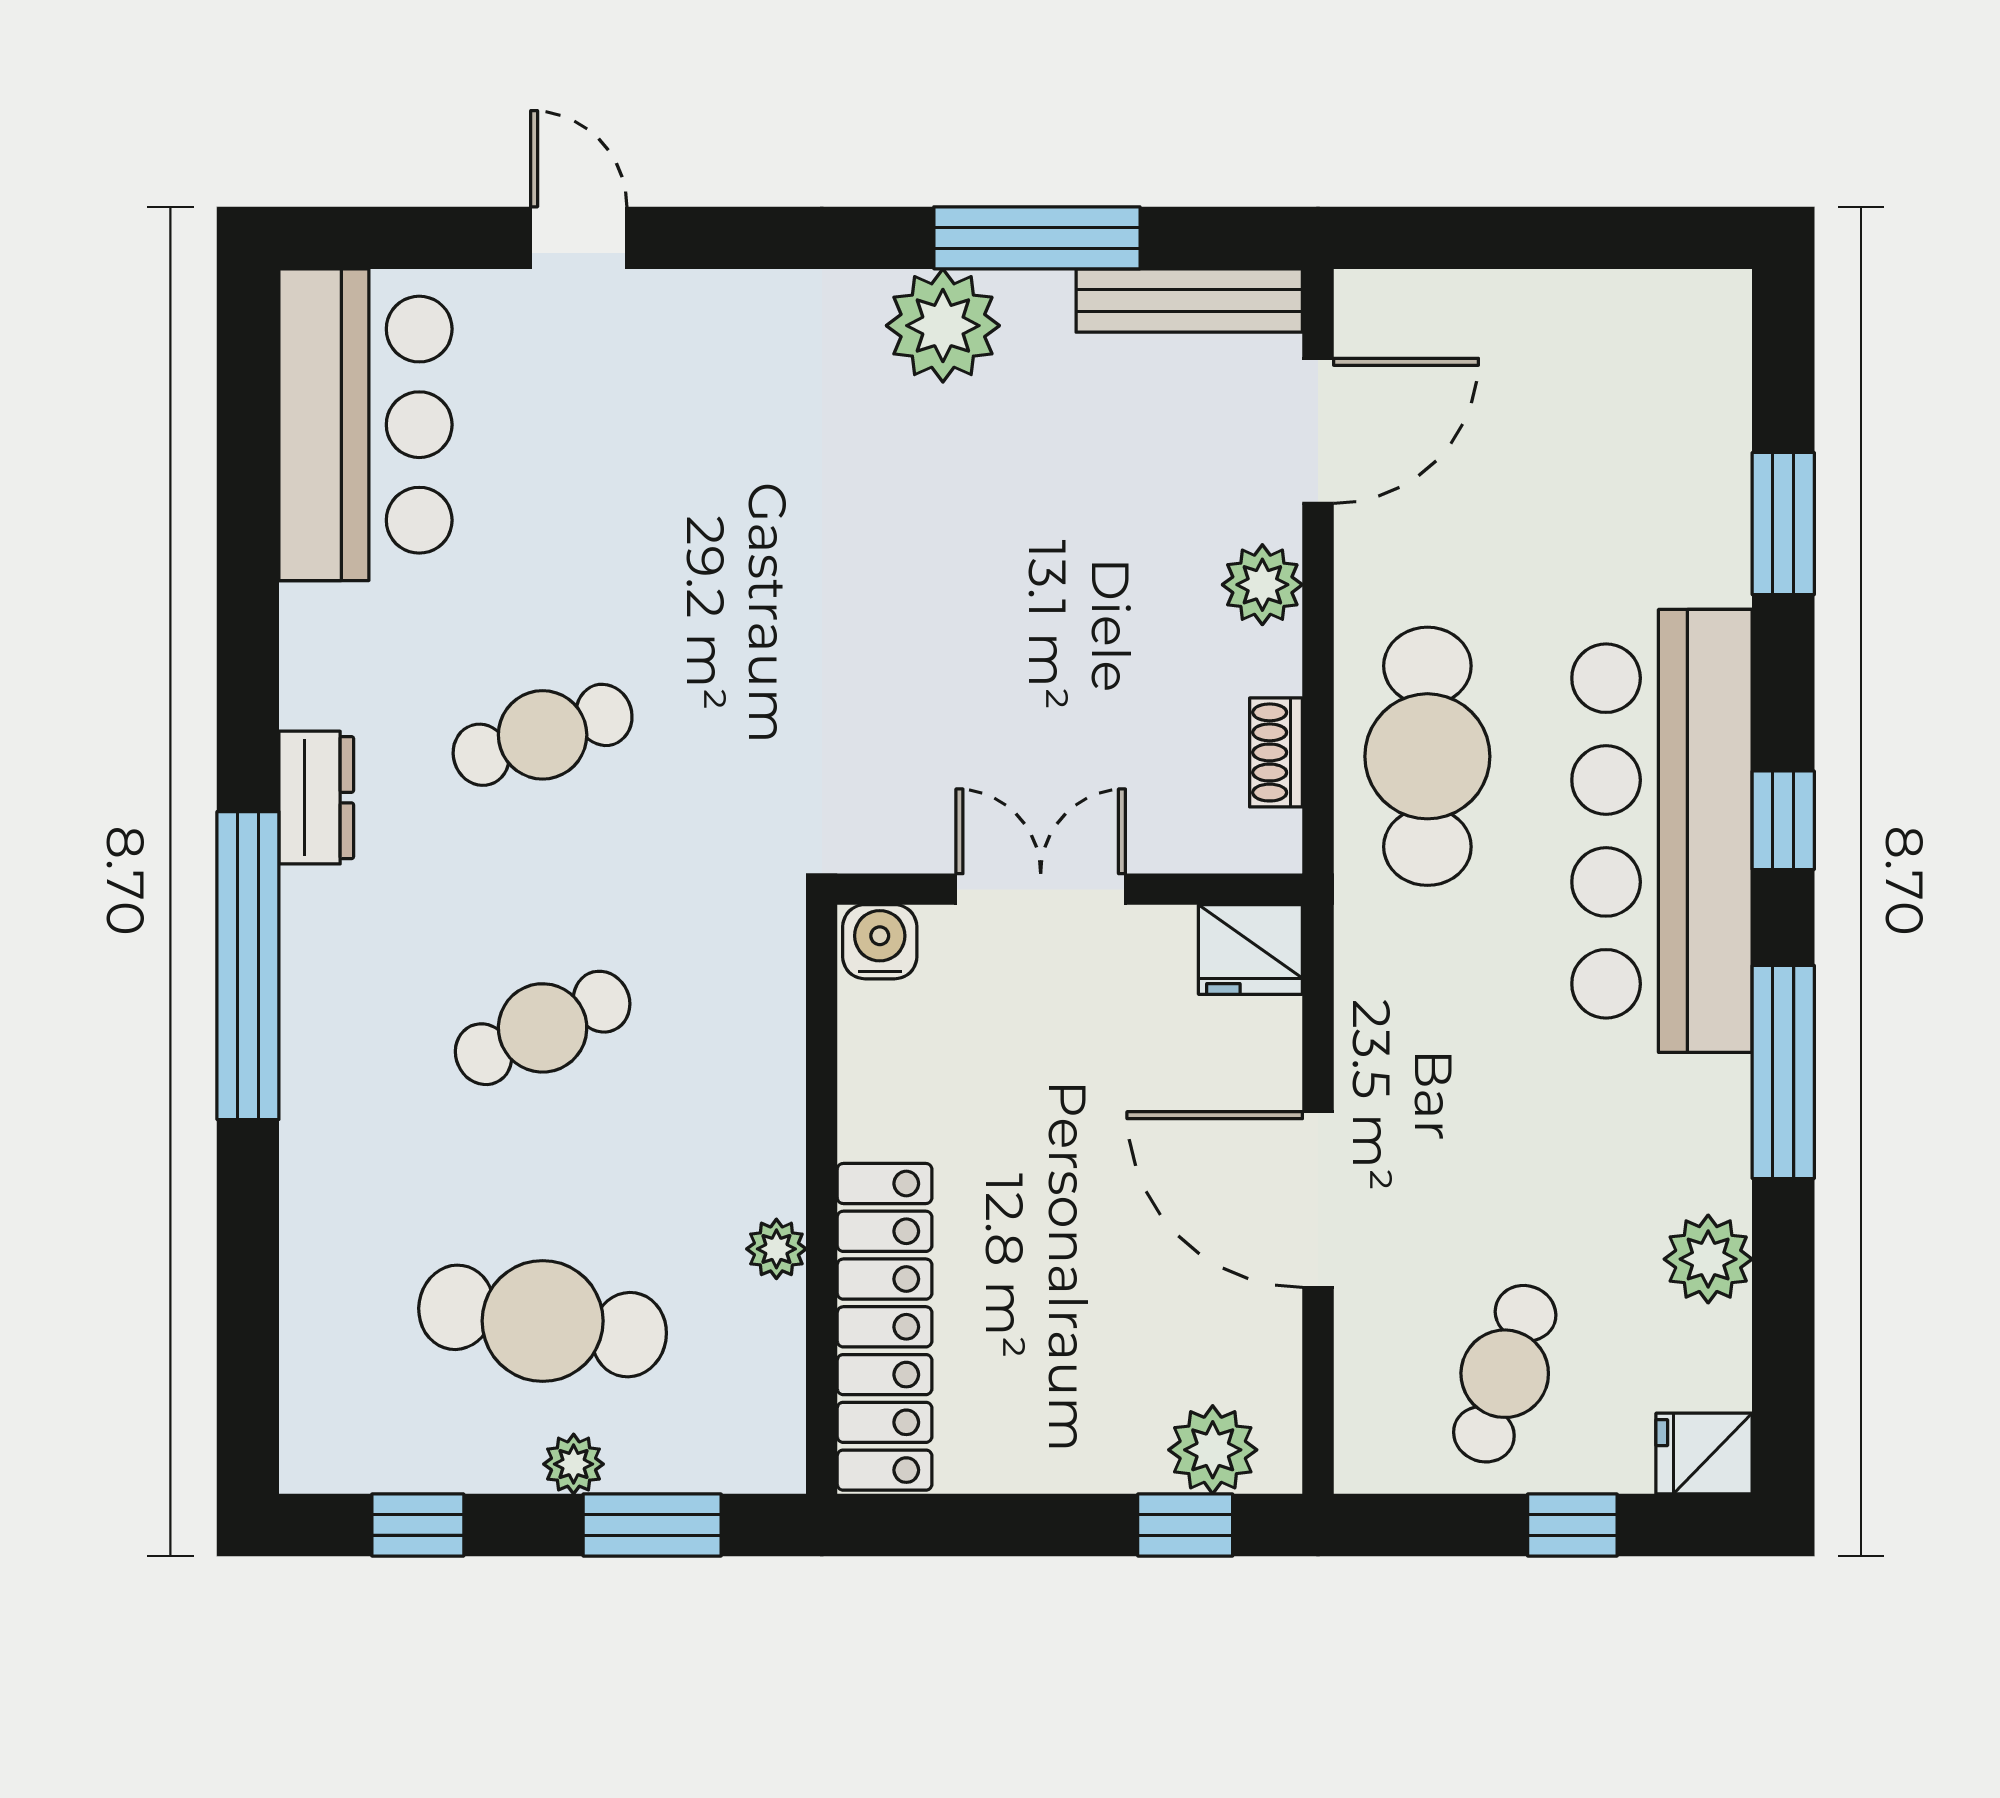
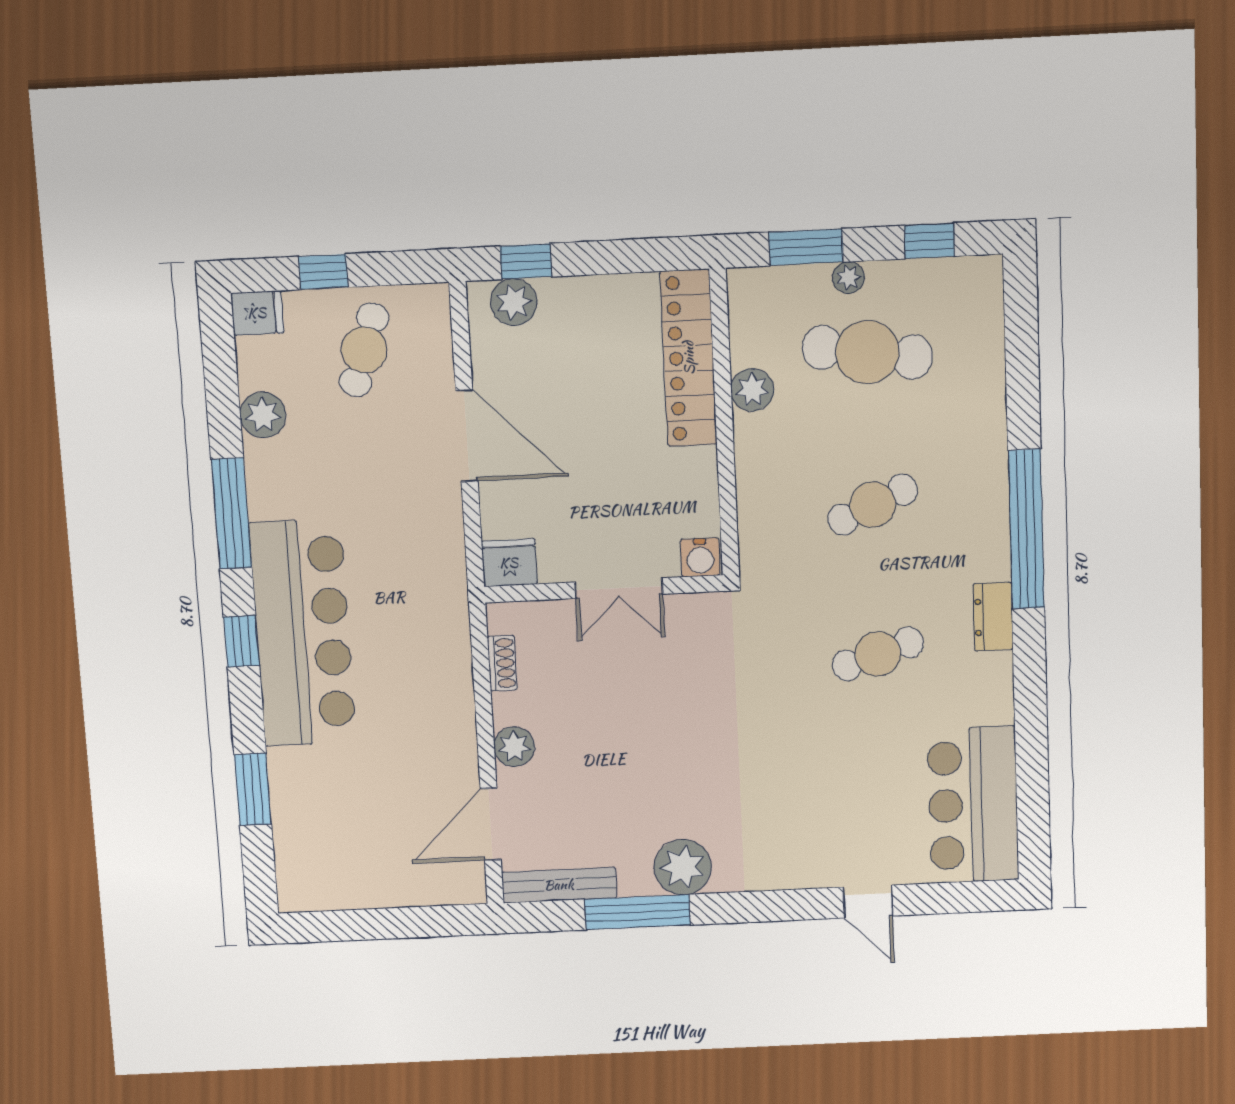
cafe table: (1427, 756) -> (425, 665), removed
plant: (776, 1249) -> (752, 390), width x1.38, depth x1.38

